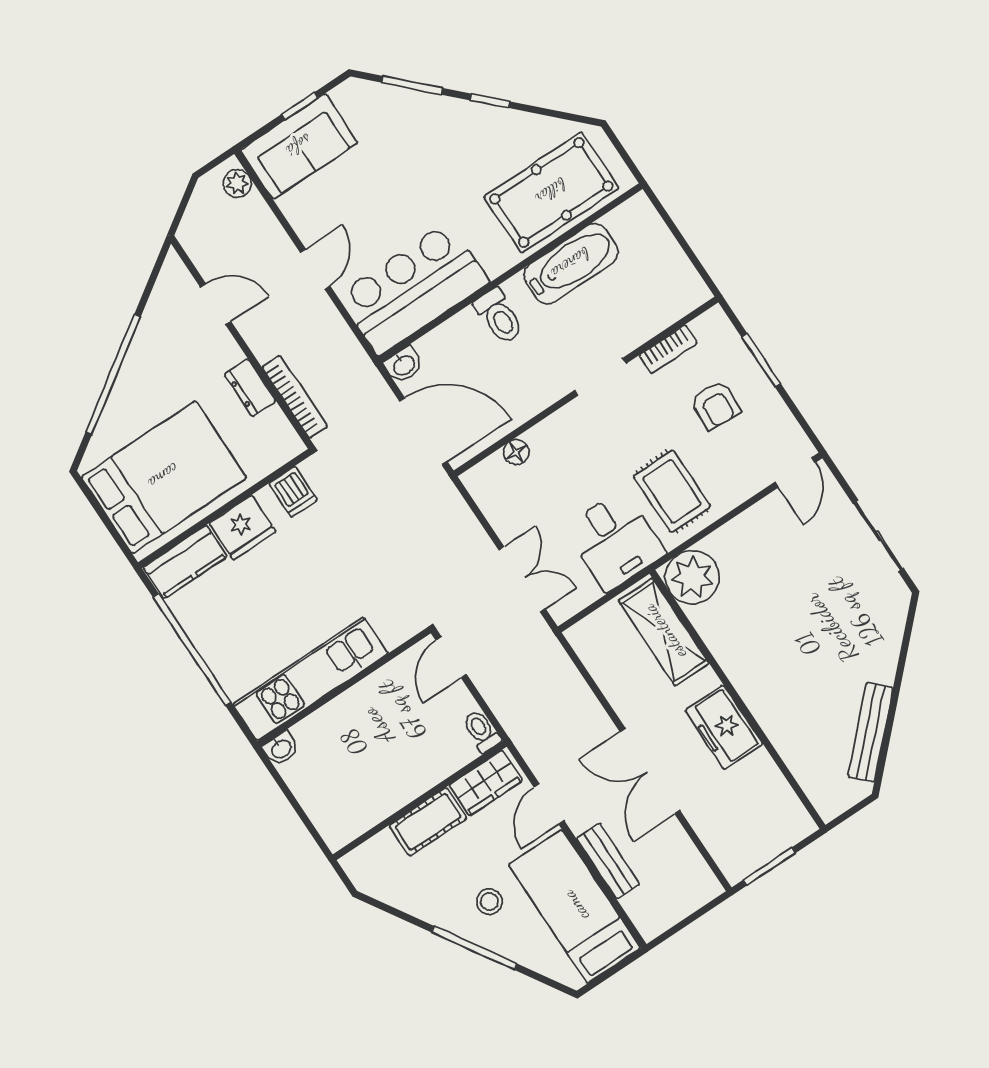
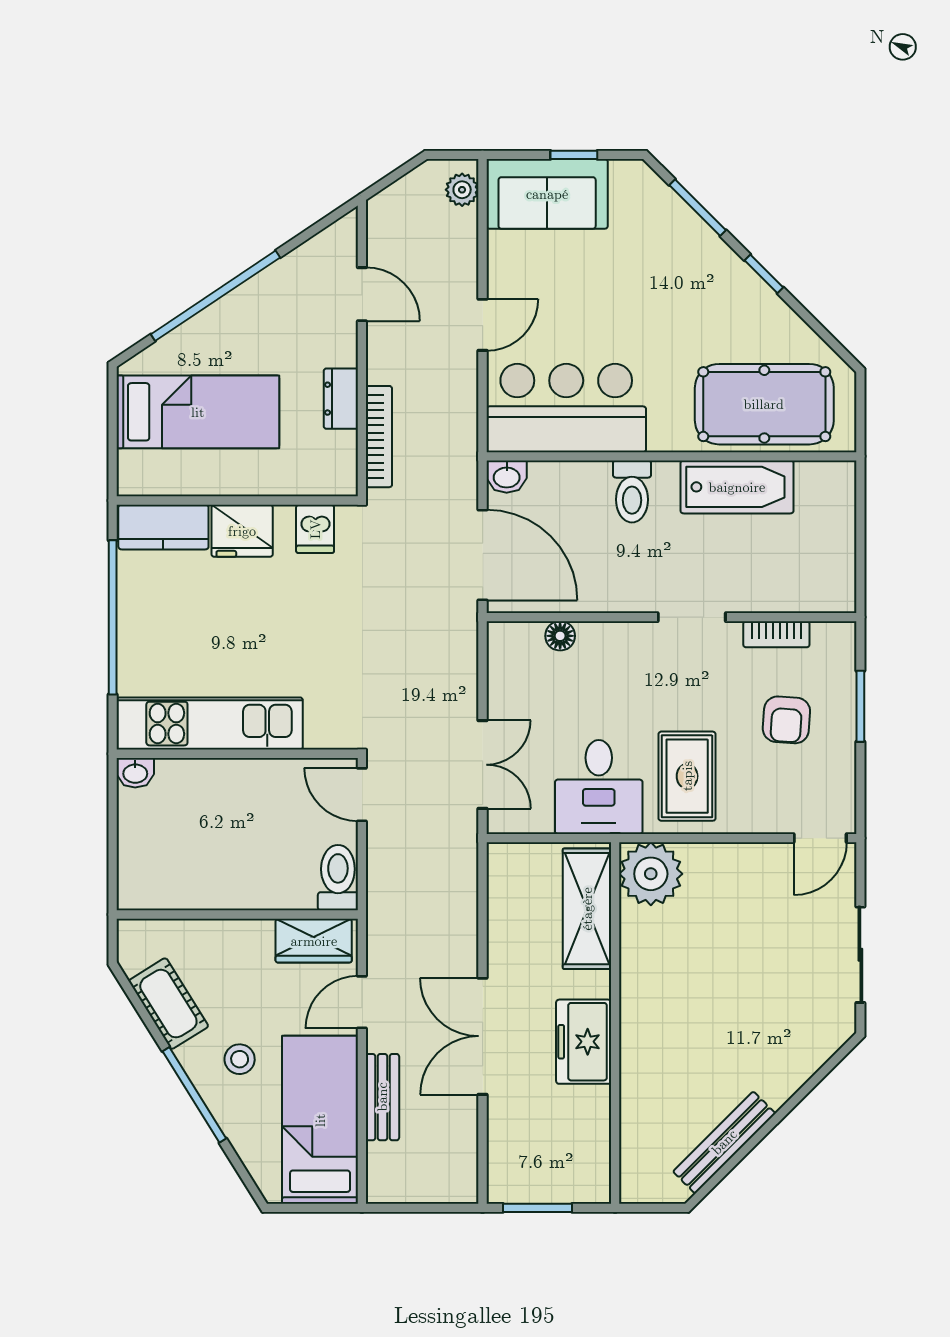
bed: (164, 477) -> (198, 412), width x0.67
door: (451, 657) -> (362, 795), hinge flipped
toilet: (481, 731) -> (338, 878), width x1.37, depth x1.39
cot: (428, 822) -> (168, 1004), moved, turned 58

